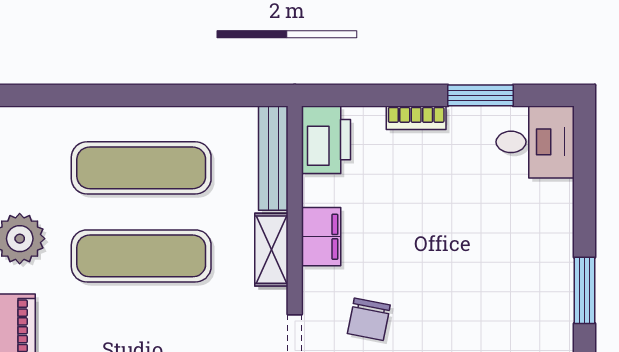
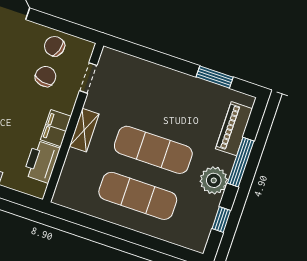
printer: (326, 140) -> (42, 162), moved
bench: (273, 158) -> (67, 178), removed

